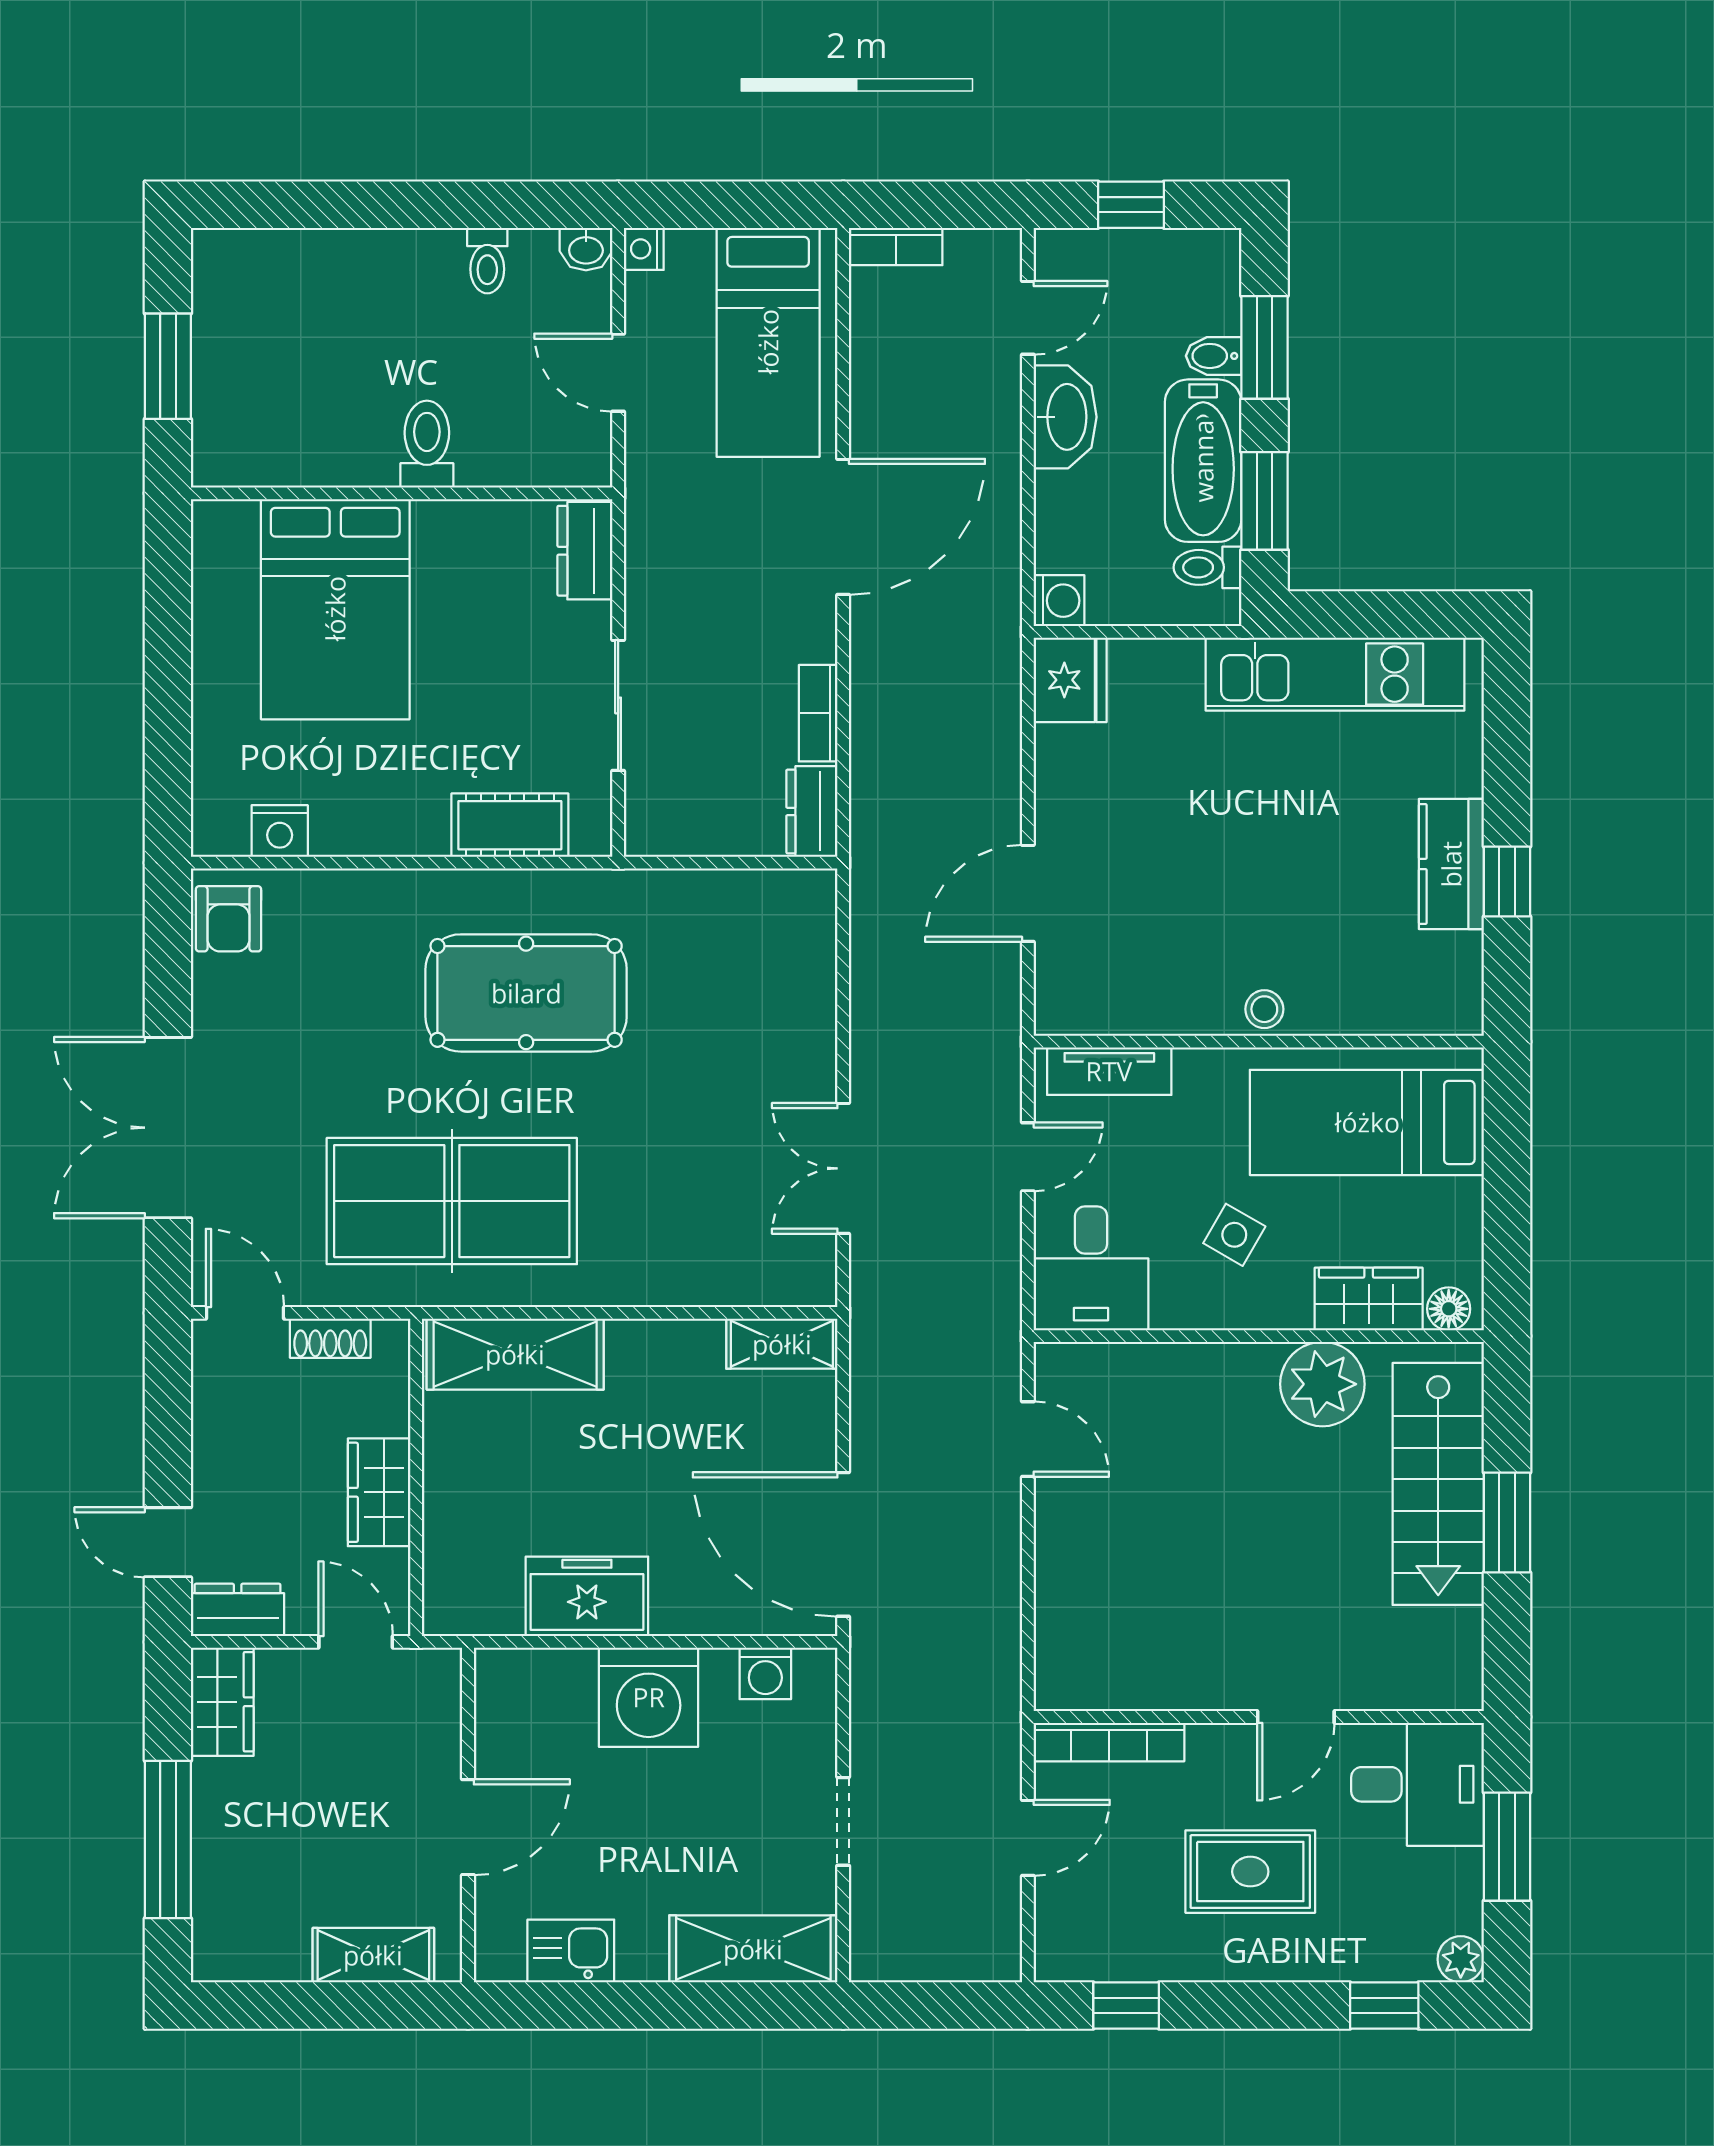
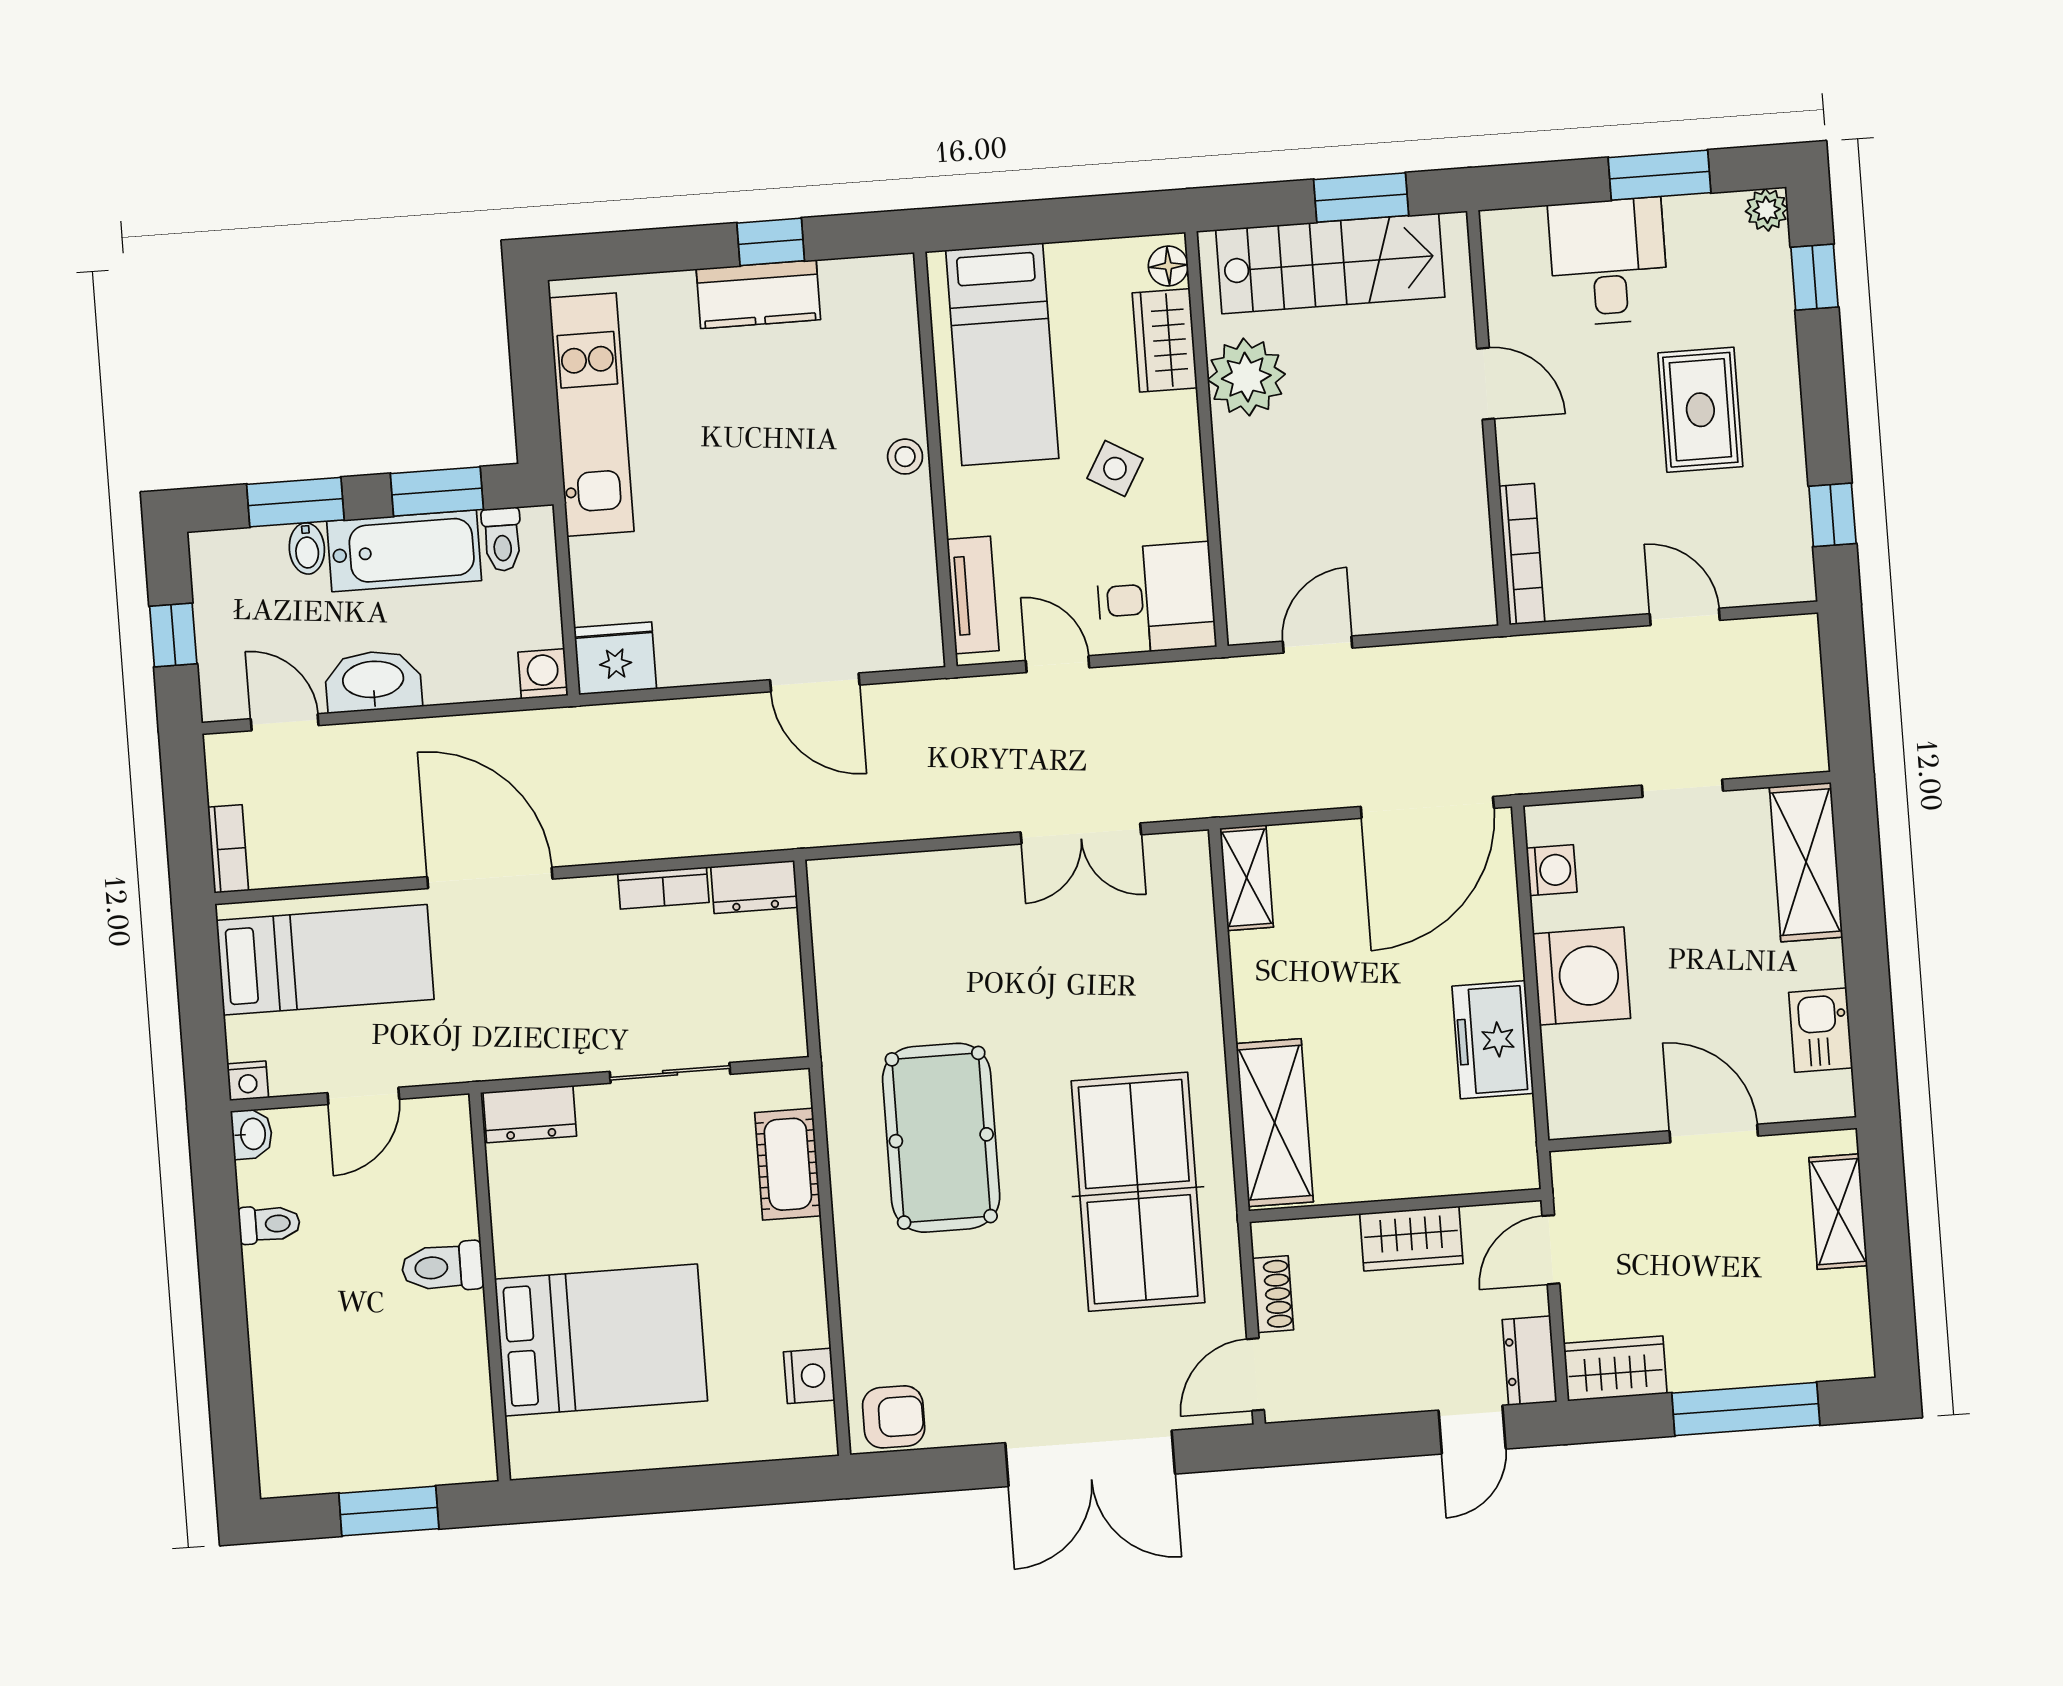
wall: (1259, 1717) -> (1488, 418), moved
door: (1296, 1717) -> (1486, 384), moved
bookcase: (1109, 1742) -> (1522, 554), moved

